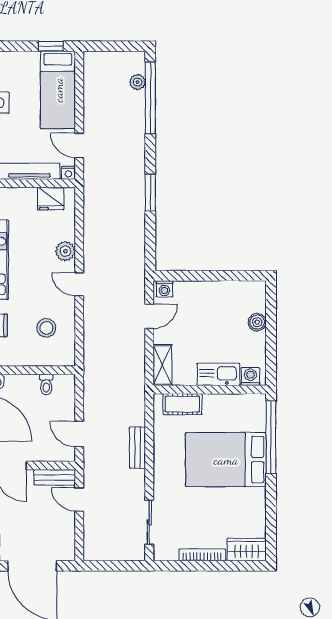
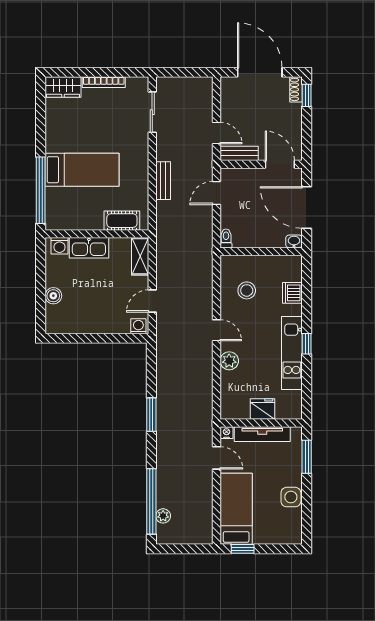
fridge: (51, 199) -> (263, 409), moved
toilet: (46, 385) -> (226, 238), moved
door: (79, 434) -> (217, 193), swing flipped
bed: (226, 460) -> (82, 170), width x0.67

